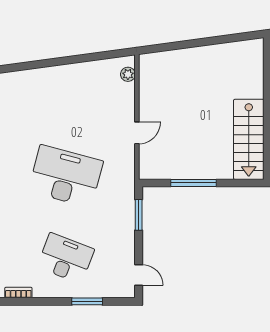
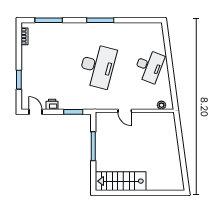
printer: (127, 249) -> (52, 104), added
desk: (66, 258) -> (149, 66), moved
door: (139, 275) -> (35, 112), swing flipped

